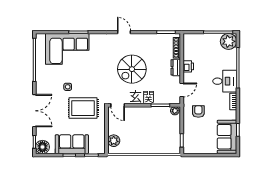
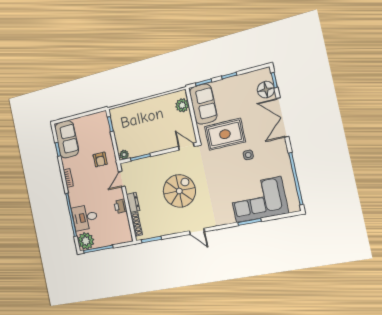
desk: (225, 81) -> (85, 217), moved
sofa: (72, 144) -> (203, 104), moved, turned -90
floor lamp: (42, 147) -> (266, 90), moved

